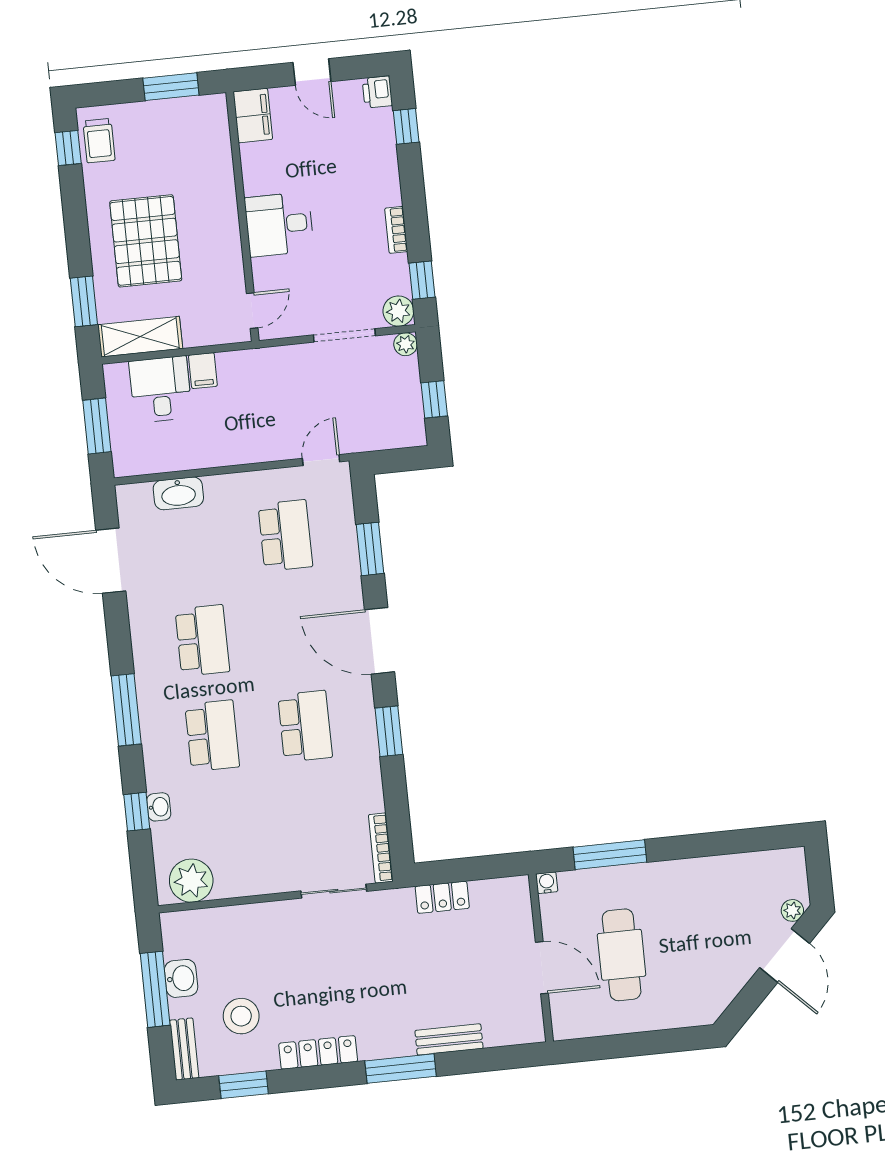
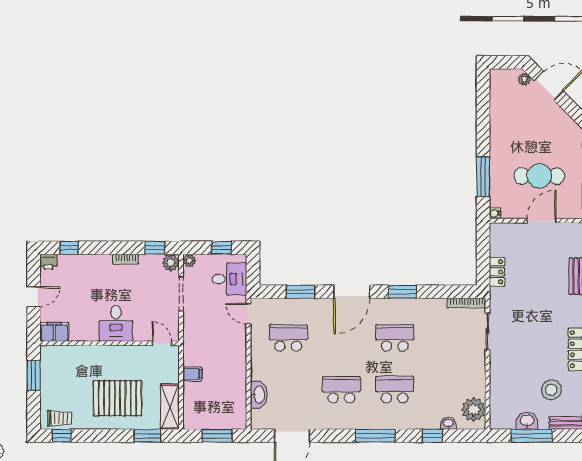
desk: (161, 389) -> (229, 279), moved, turned 180
washbasin: (159, 807) -> (448, 423), moved

